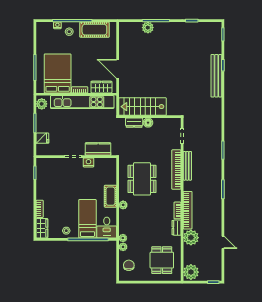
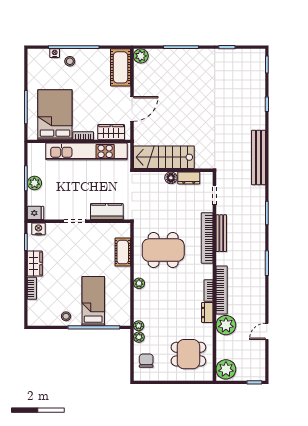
plant: (148, 28) -> (141, 56), moved
cot: (94, 30) -> (120, 67), moved, turned 90
door: (118, 69) -> (132, 109), swing flipped
bench: (216, 76) -> (259, 157), moved
plant: (42, 104) -> (34, 183), moved
dresser: (134, 123) -> (189, 178), moved
fridge: (42, 138) -> (36, 213), moved
nightstand: (88, 162) -> (38, 229), moved
dining table: (142, 179) -> (163, 250), turned 90
cot: (110, 196) -> (123, 252), moved
wardrobe: (42, 228) -> (35, 264), moved
desk: (107, 228) -> (118, 312), removed
door: (223, 242) -> (267, 331), swing flipped
dining table: (162, 260) -> (188, 354), turned 90

